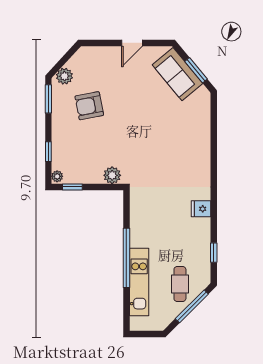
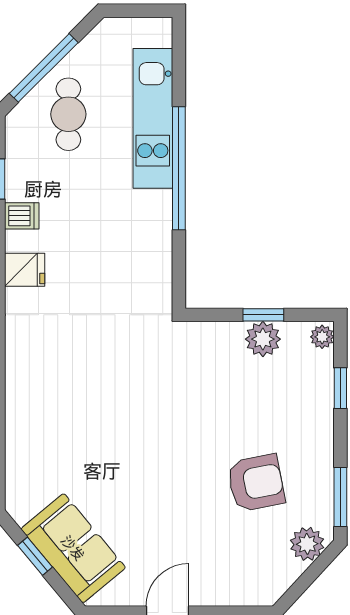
window: (196, 70) -> (35, 556), width x0.67
plant: (112, 175) -> (263, 339), moved
window: (72, 187) -> (263, 315), moved
dishwasher: (202, 235) -> (22, 216), added

